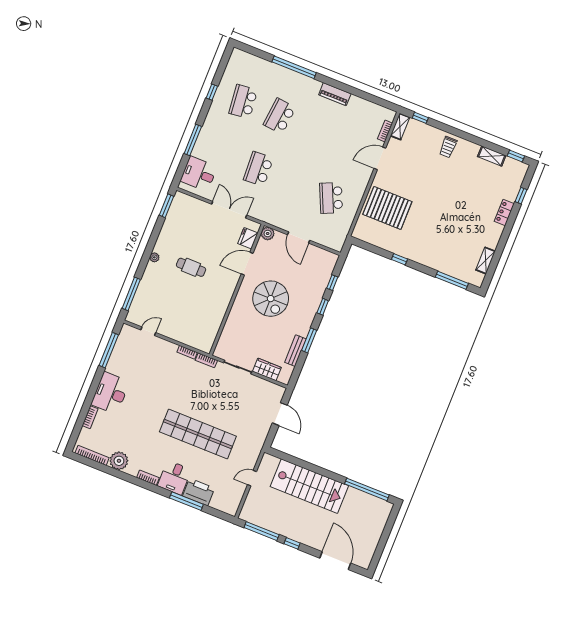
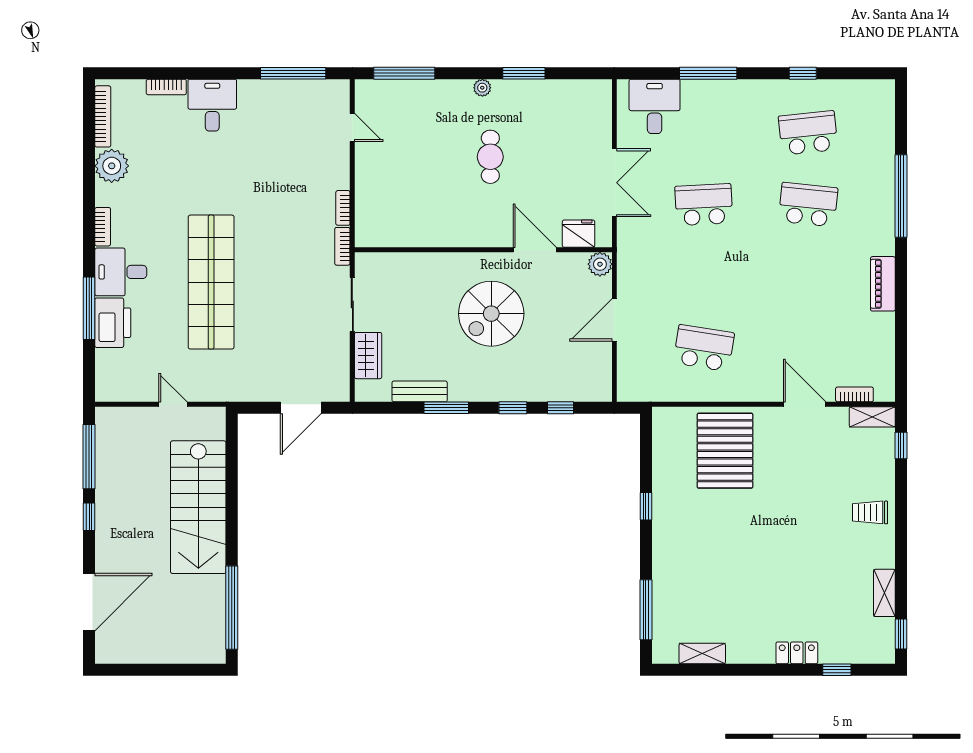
school desk: (331, 198) -> (704, 348), turned 33
window: (166, 206) -> (524, 73), moved
desk: (110, 393) -> (212, 105), width x0.73

